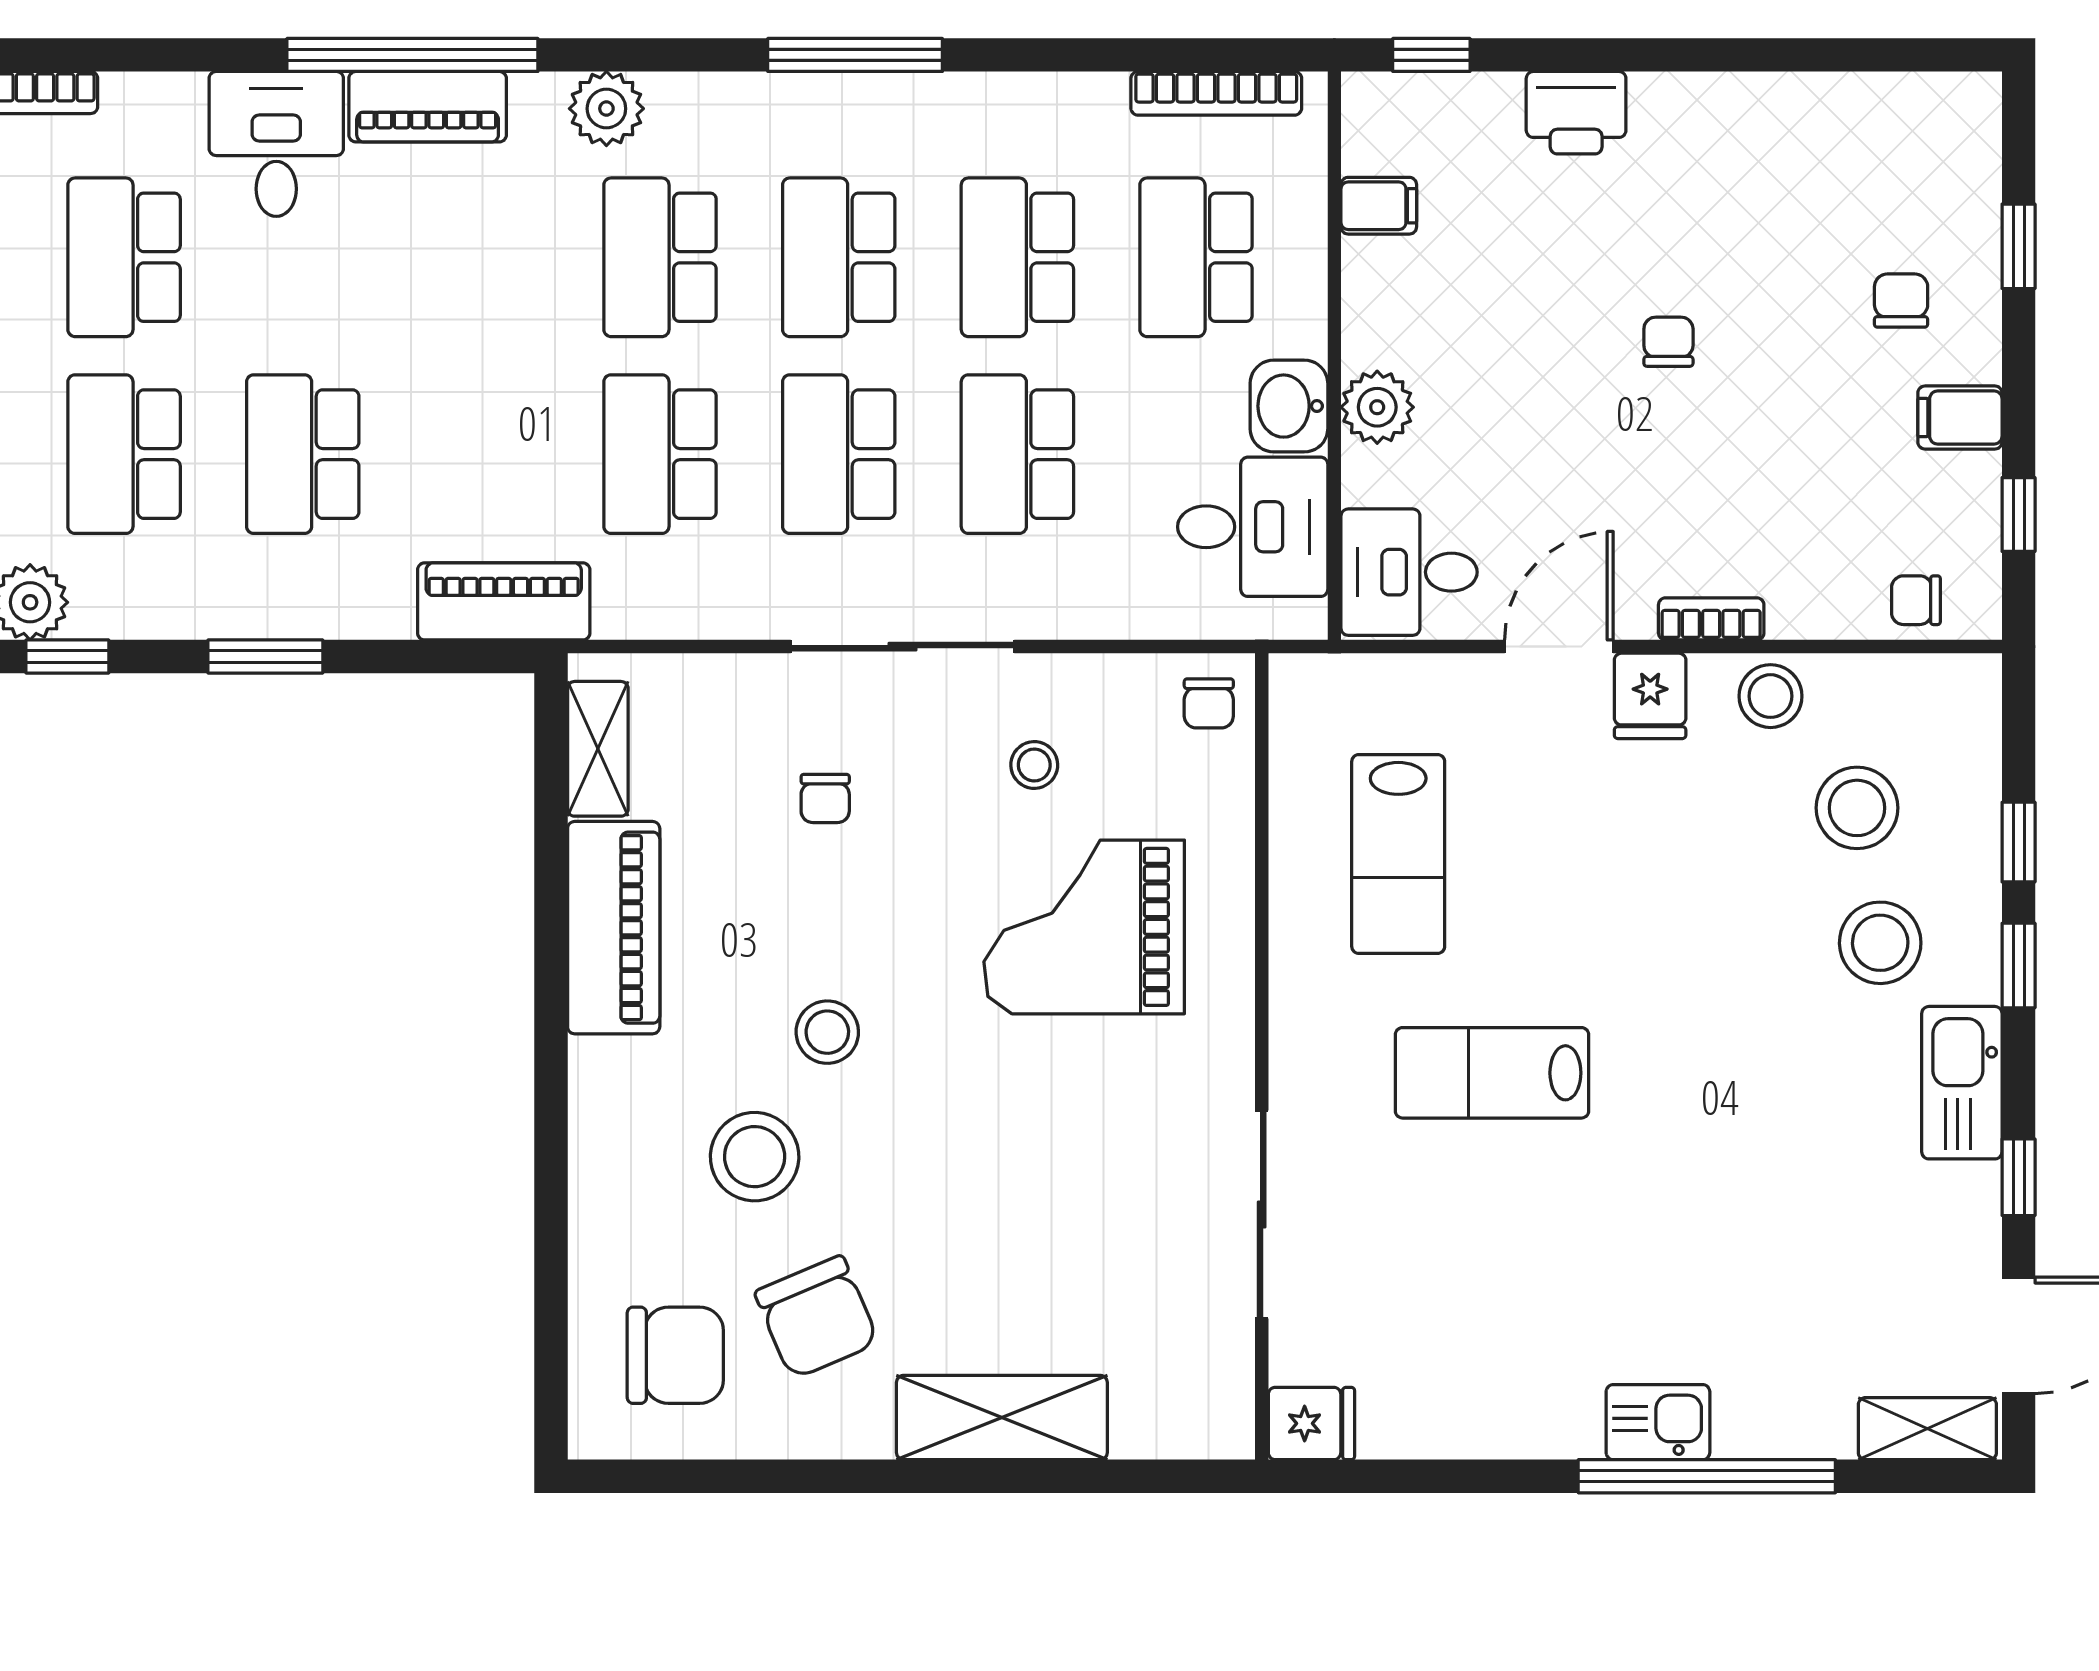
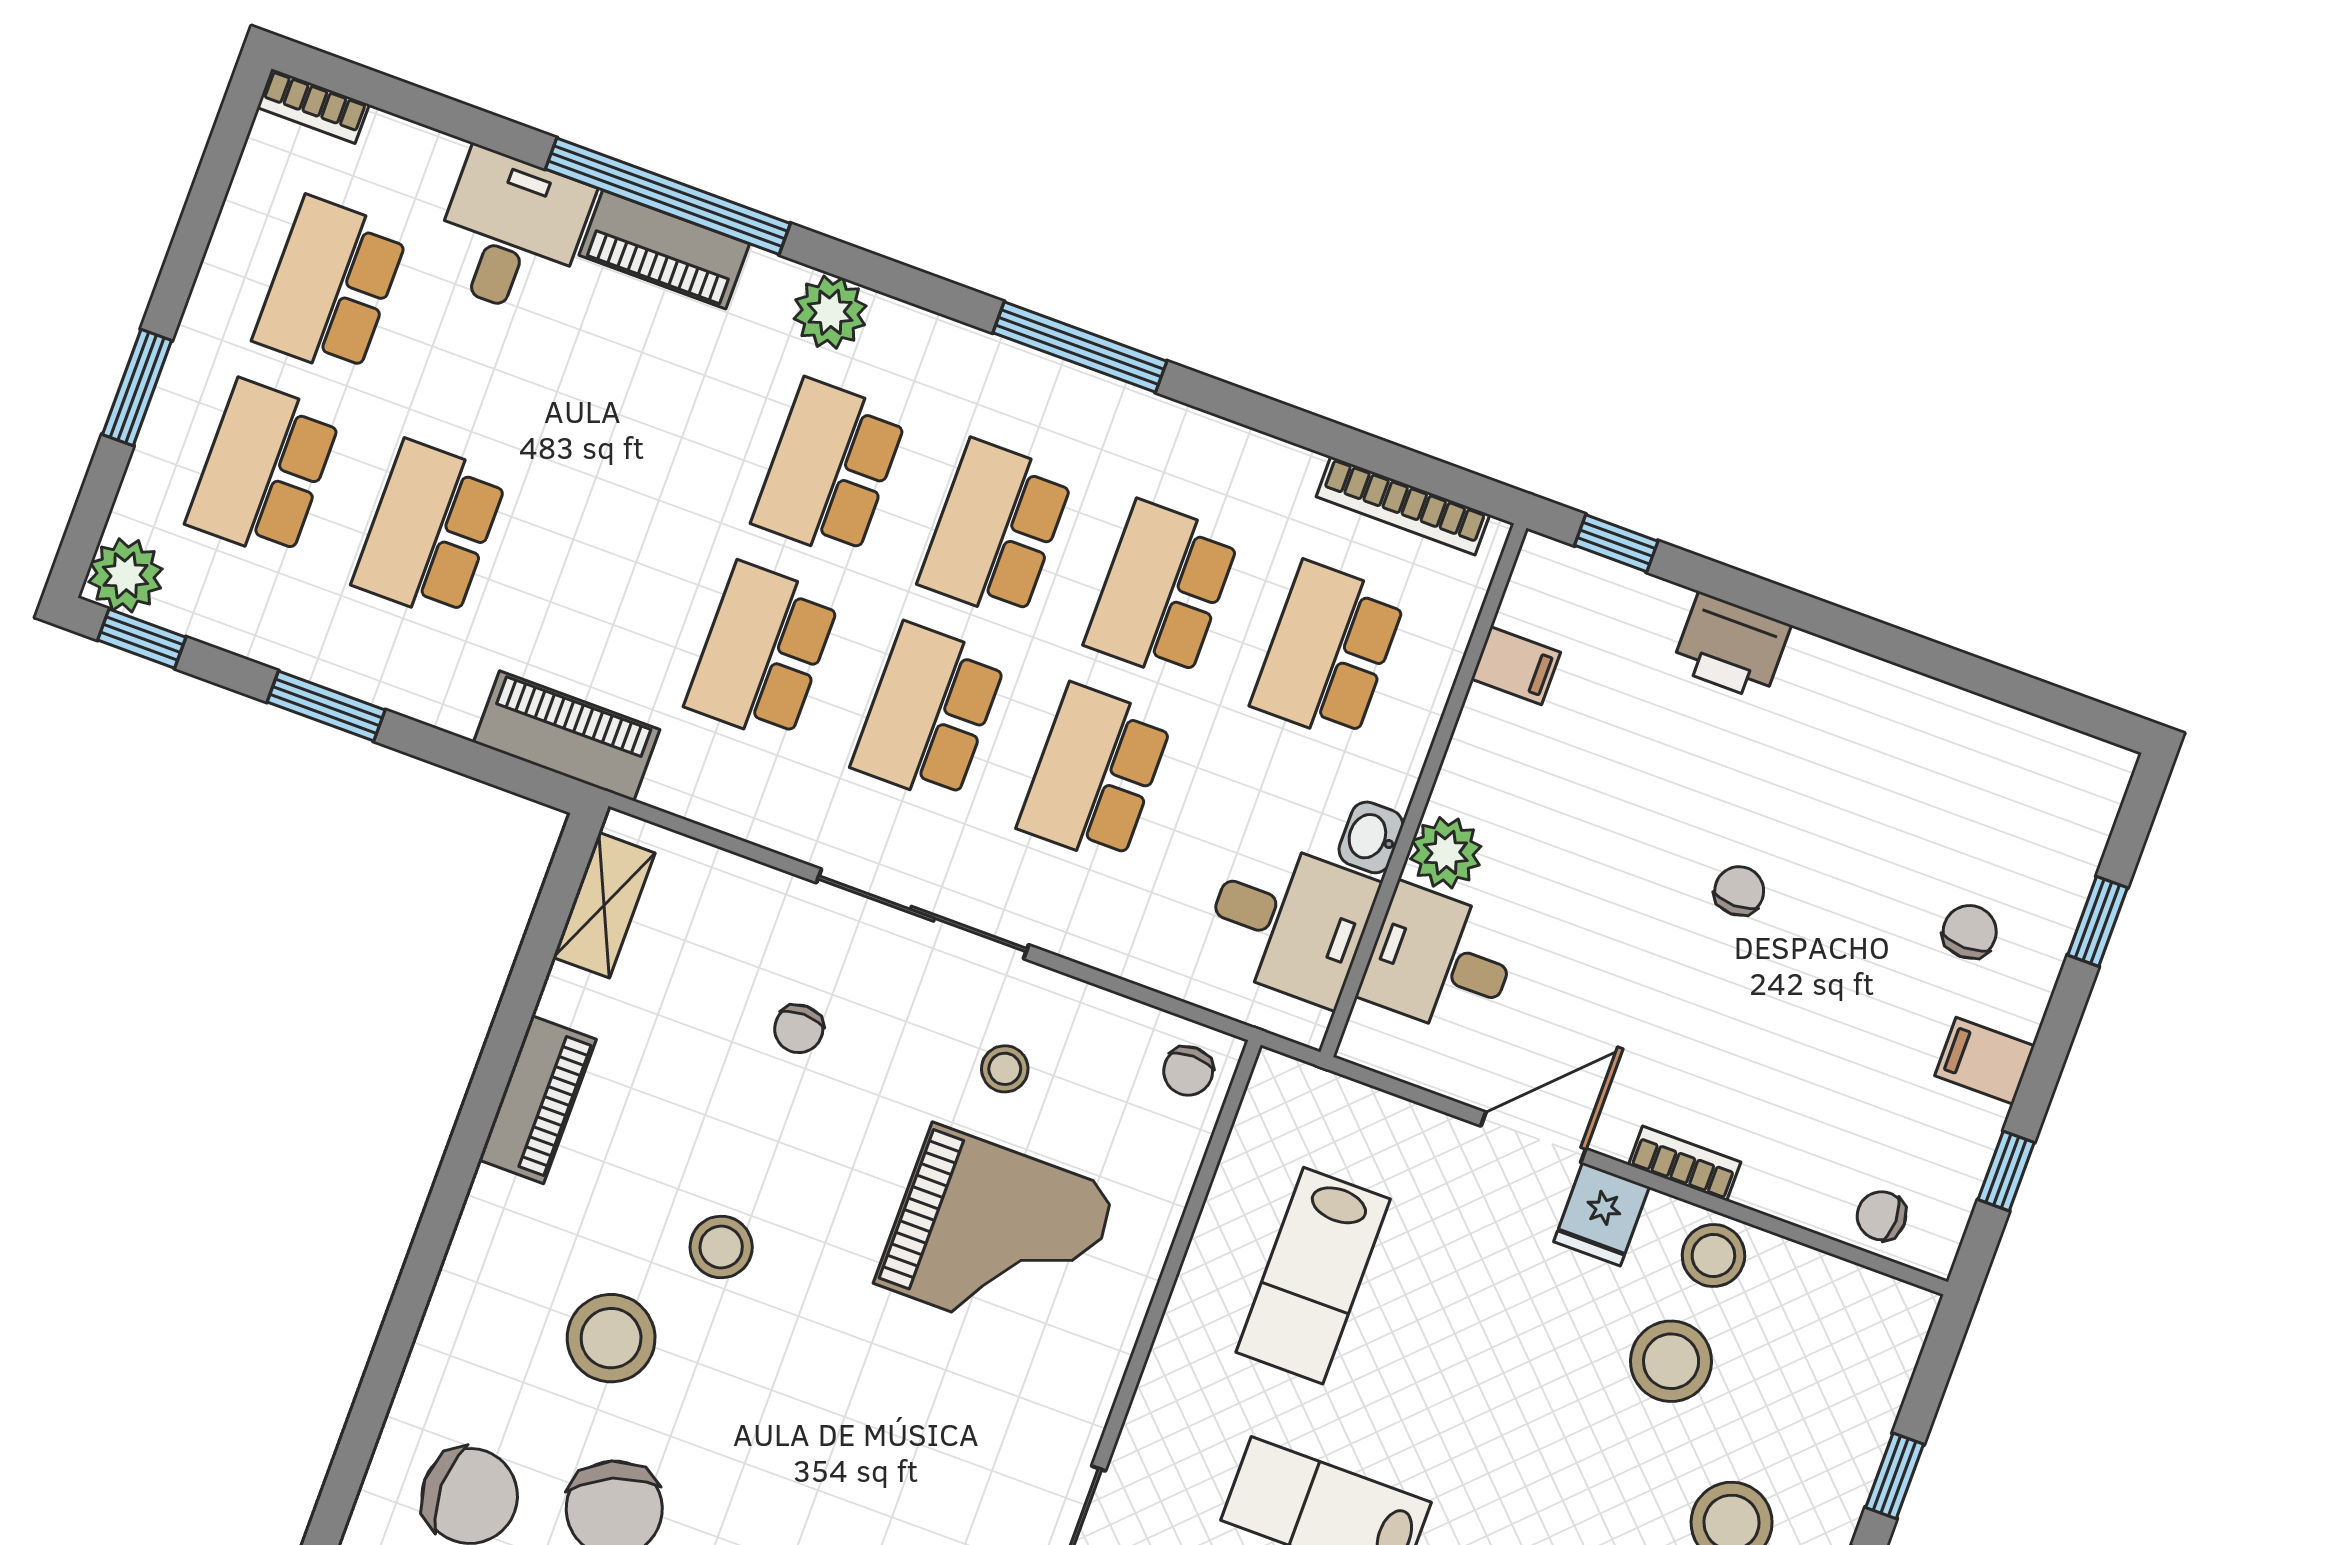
washbasin: (1289, 406) -> (1371, 837), width x0.72, depth x0.69
desk: (1409, 572) -> (1440, 961), moved
stool: (1857, 808) -> (1671, 1361), moved
grand piano: (1084, 927) -> (996, 1237), turned 180
piano: (614, 928) -> (538, 1100), width x0.73, depth x0.75

